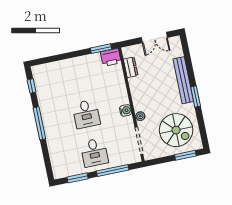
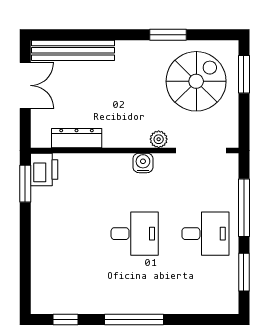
dresser: (131, 67) -> (77, 138), width x1.44
bench: (183, 80) -> (73, 50), moved
window: (196, 97) -> (168, 35), moved

